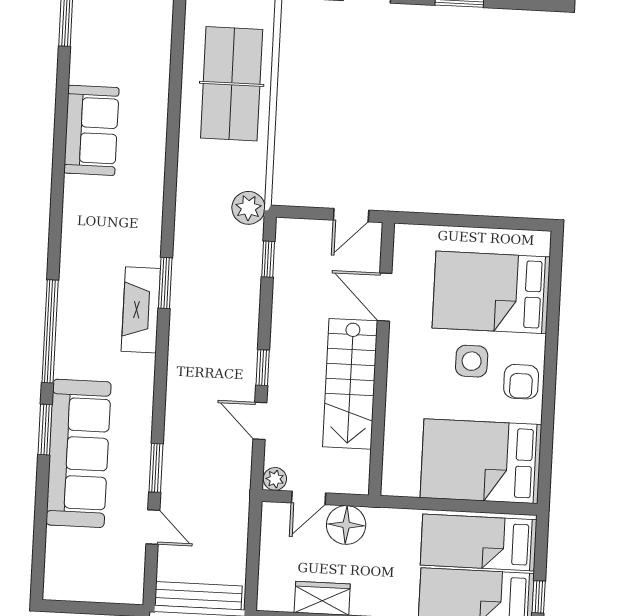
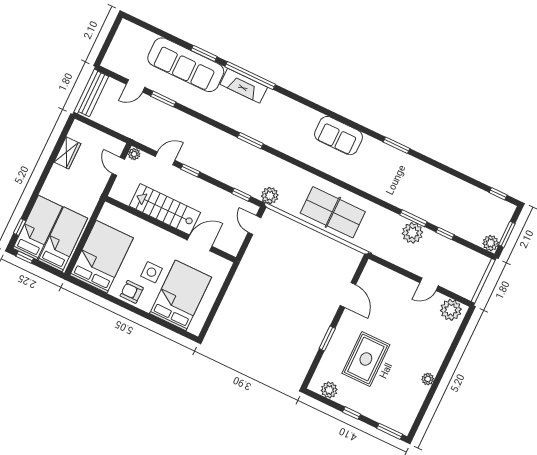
door: (351, 215) -> (255, 225), moved
fireplace: (141, 310) -> (244, 86), moved, turned 180
floor lamp: (346, 525) -> (98, 179), removed

